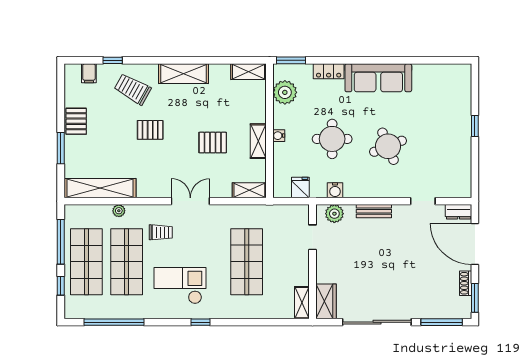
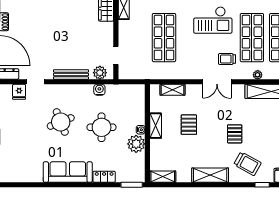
plant: (285, 92) -> (136, 144), moved
pallet: (150, 130) -> (235, 134), turned 90
pallet: (213, 143) -> (189, 125), turned 90
fridge: (300, 187) -> (19, 92), moved
shelving: (249, 190) -> (173, 90), moved
double door: (190, 201) -> (217, 82), moved
bench: (374, 211) -> (71, 74), width x1.36

